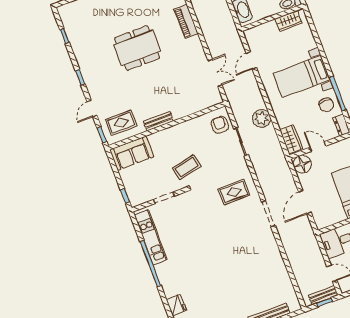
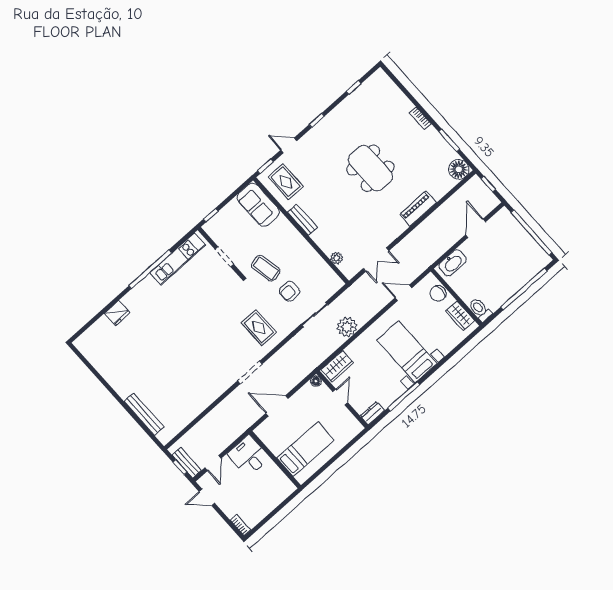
plant: (201, 105) -> (337, 258), added
chair: (326, 105) -> (438, 293), moved
armchair: (220, 125) -> (290, 291), moved, turned 180
floor lamp: (302, 164) -> (316, 381), width x0.53, depth x0.53

